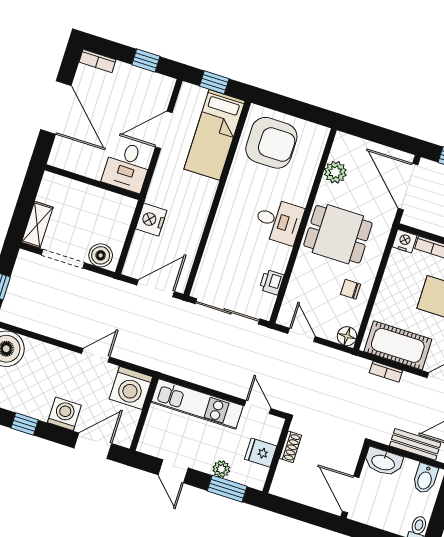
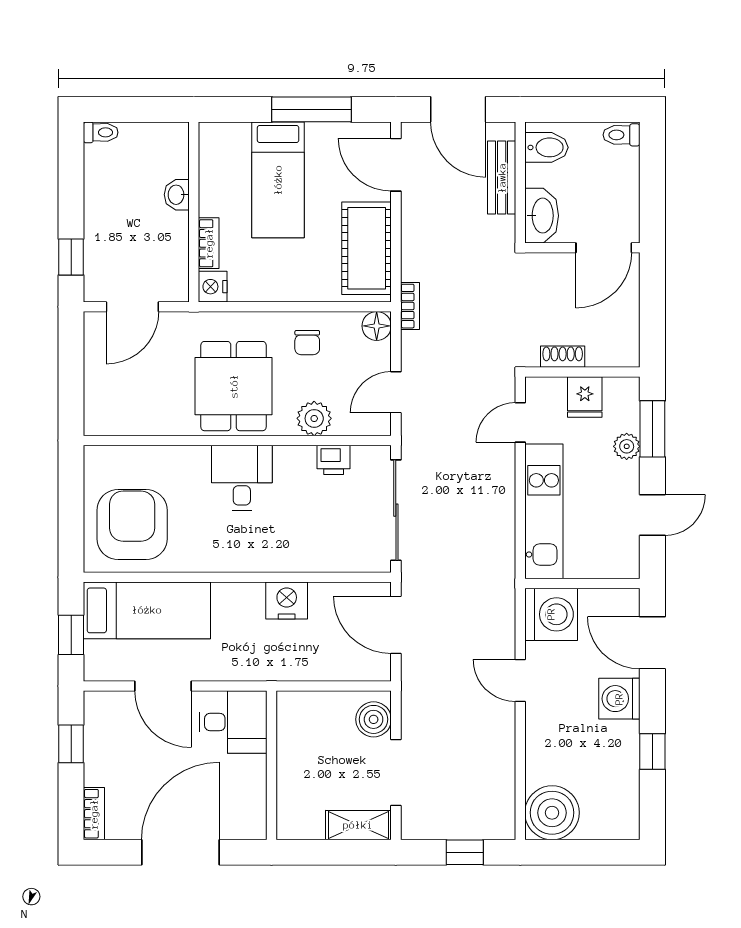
plant: (335, 172) -> (314, 418), moved
door: (408, 187) -> (132, 307), width x0.73
nightstand: (151, 220) -> (287, 600), moved, turned 180
bookcase: (386, 372) -> (410, 306), moved

